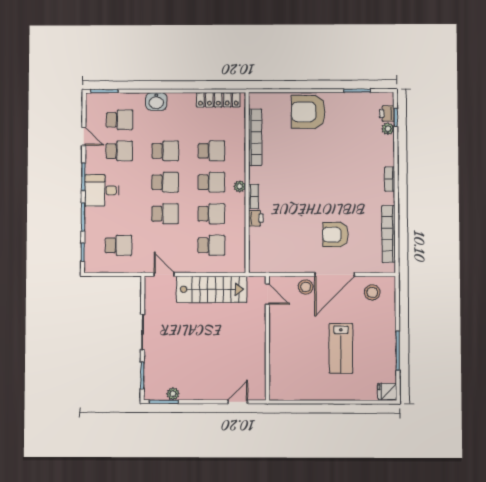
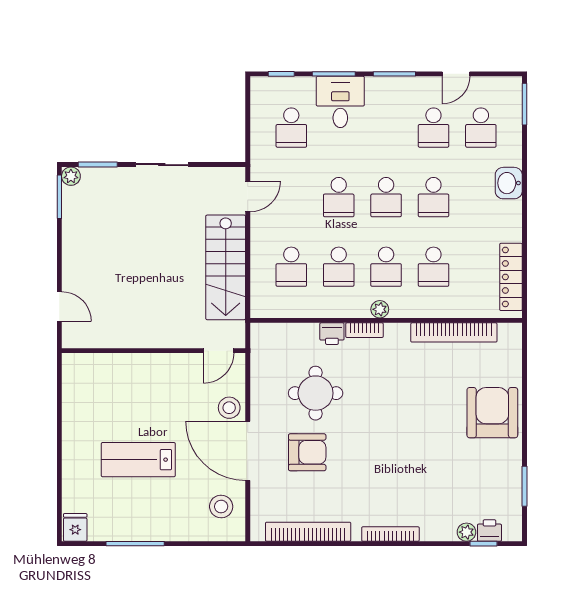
bookcase: (390, 179) -> (390, 534), width x1.56
desk: (102, 190) -> (340, 102), moved
round table: (296, 229) -> (316, 393), added
armchair: (335, 235) -> (307, 452), turned 90
plant: (173, 394) -> (71, 176), moved

